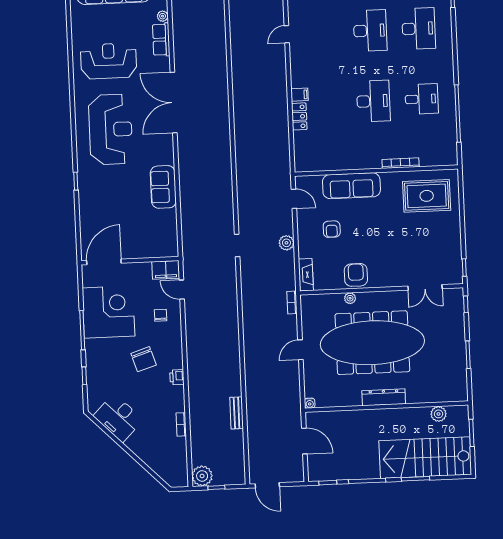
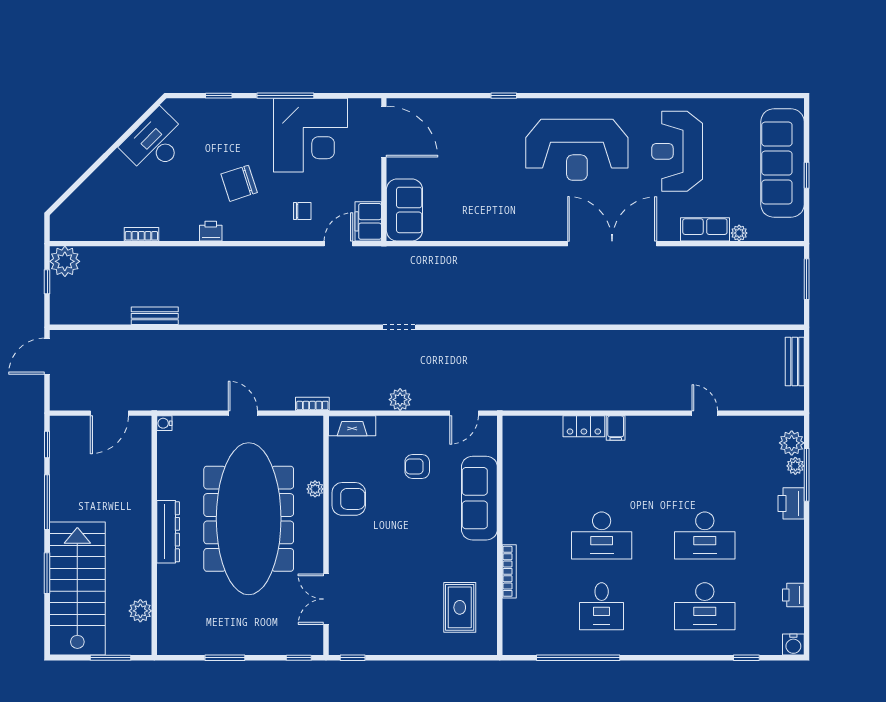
reception desk: (109, 61) -> (677, 151), turned 180
sofa: (163, 187) -> (404, 210), moved, turned 90
rug: (427, 196) -> (460, 607), width x0.73, depth x0.70

